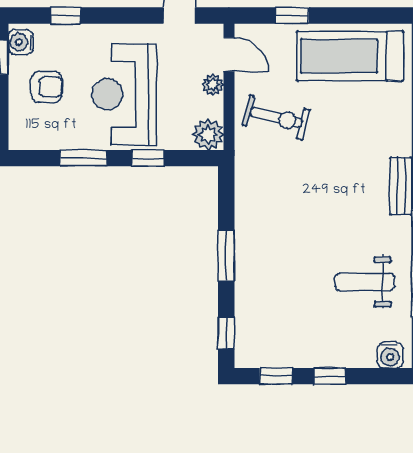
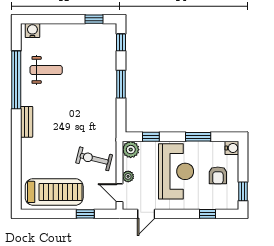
water cooler: (21, 42) -> (232, 148), moved
armchair: (47, 87) -> (218, 175), turned -90
window: (148, 158) -> (151, 137), moved
window: (330, 376) -> (65, 19), removed

